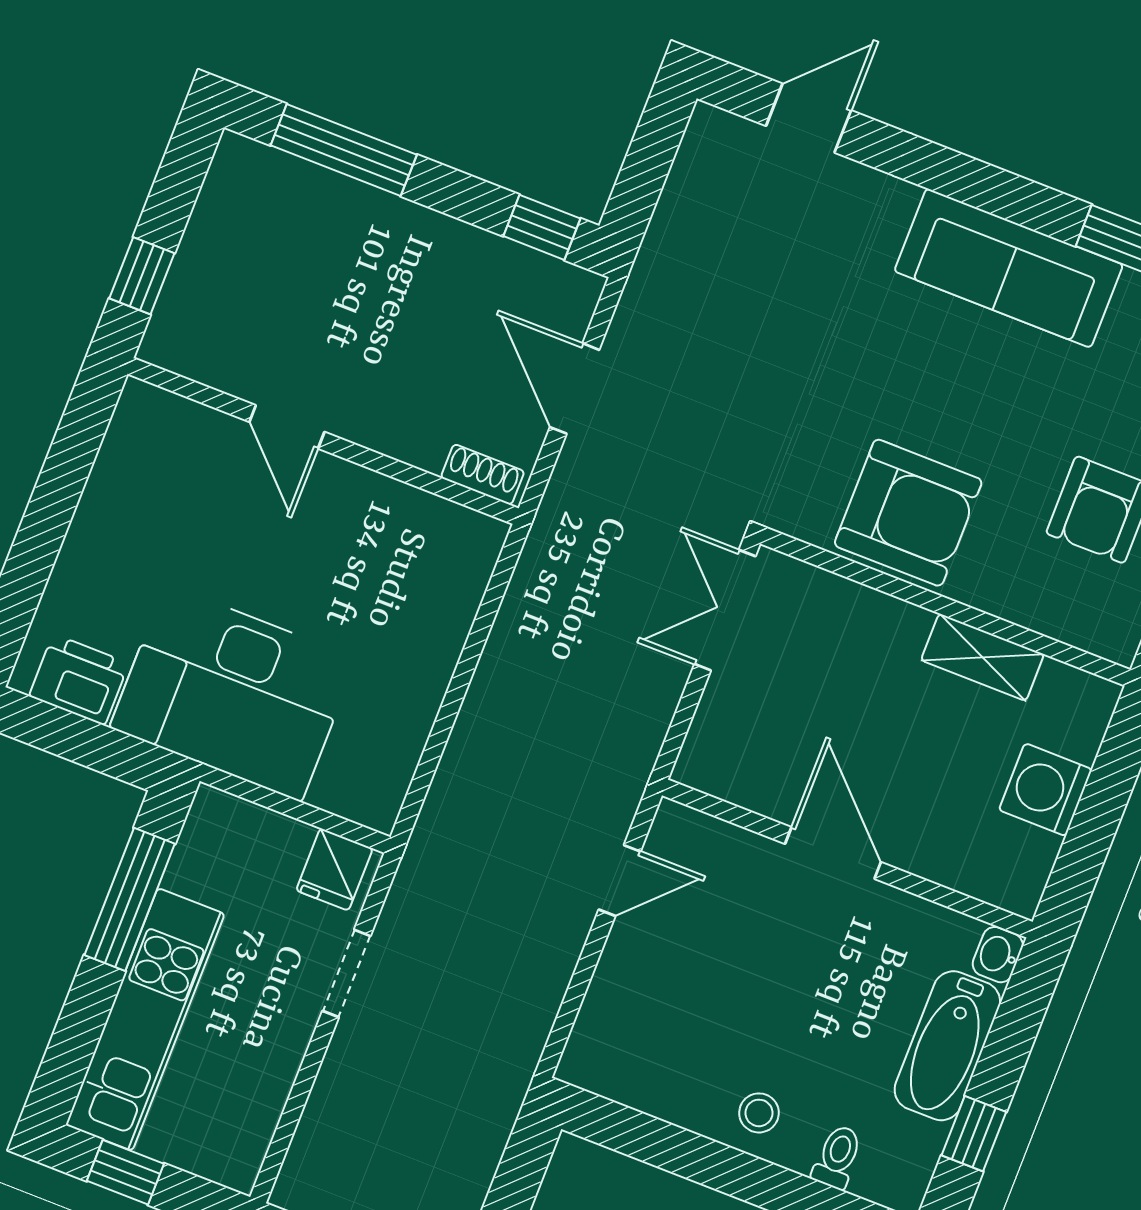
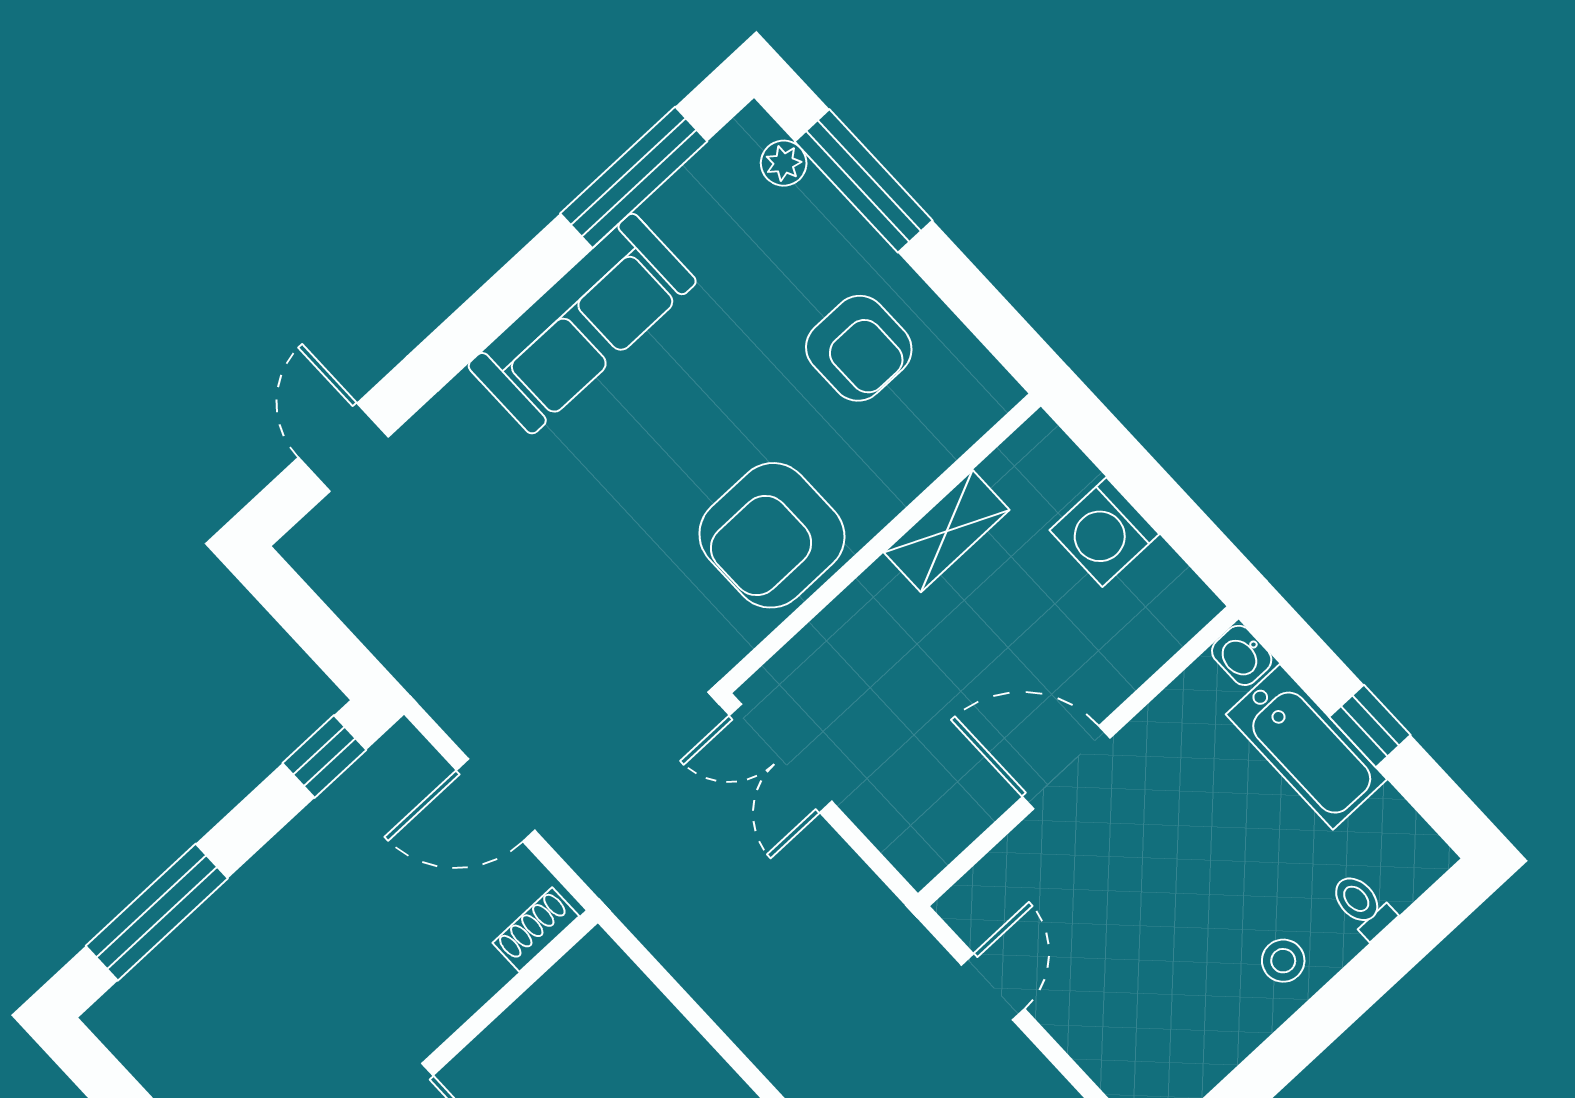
armchair: (908, 513) -> (772, 535), turned 180
window: (974, 1134) -> (1370, 726), moved

